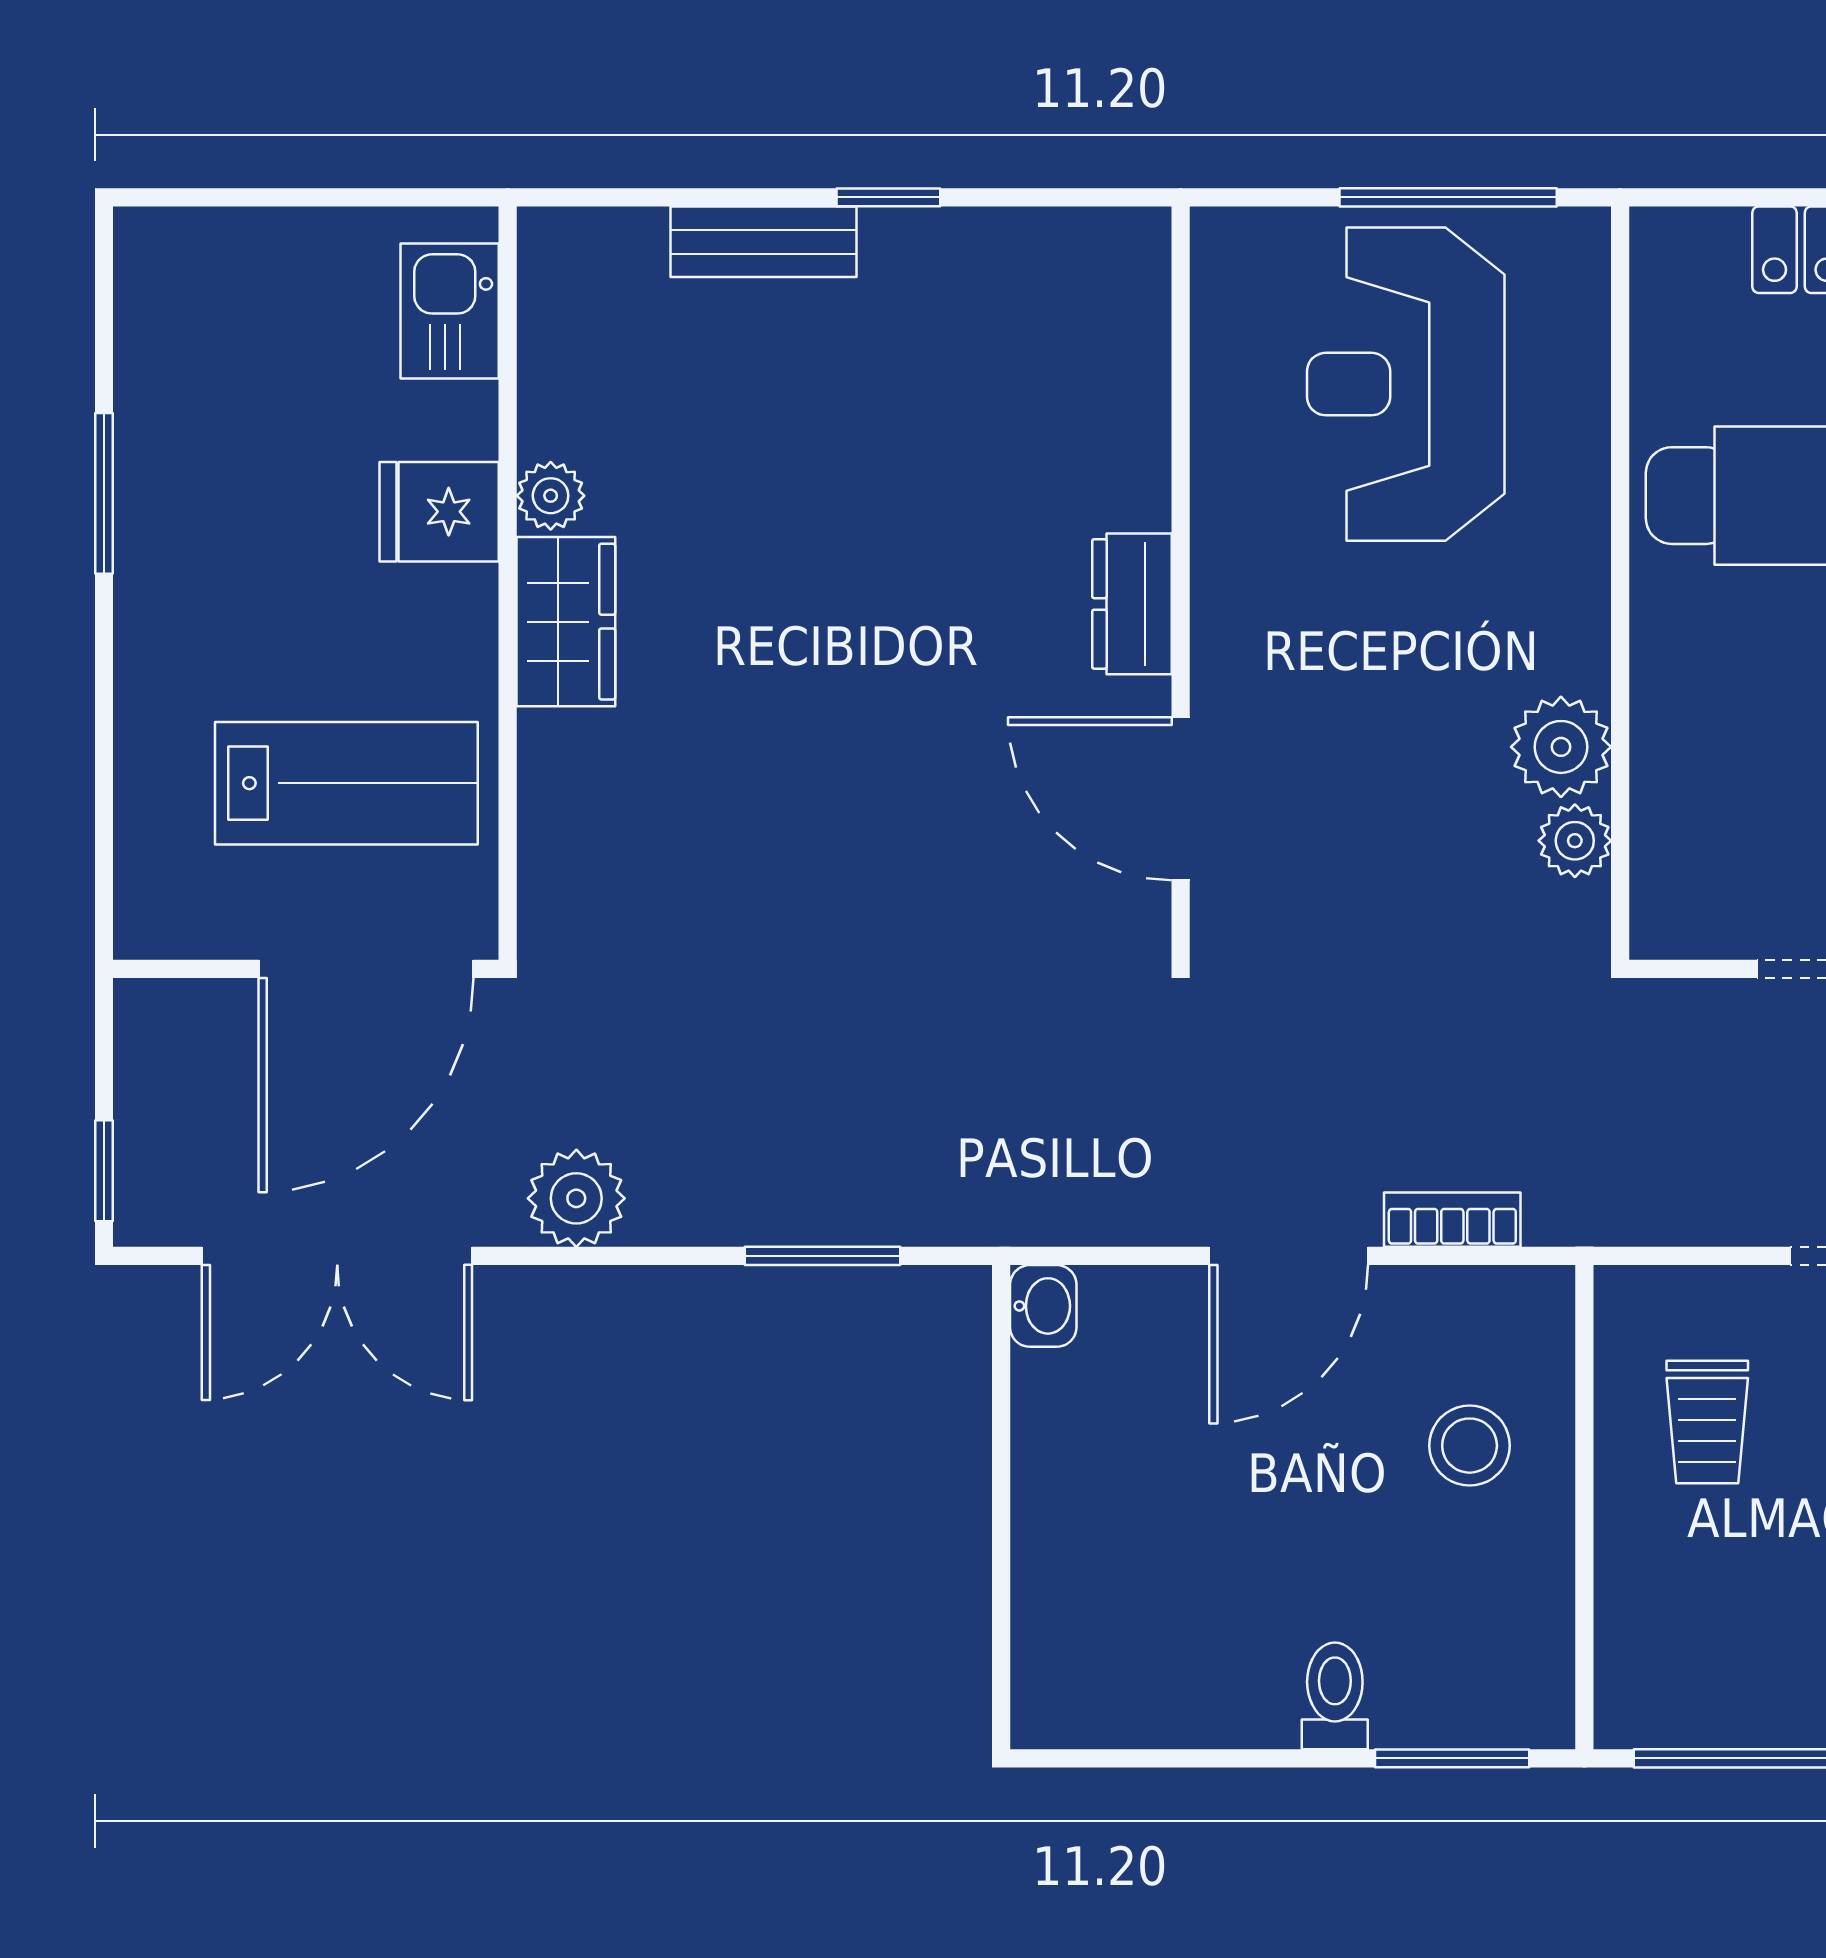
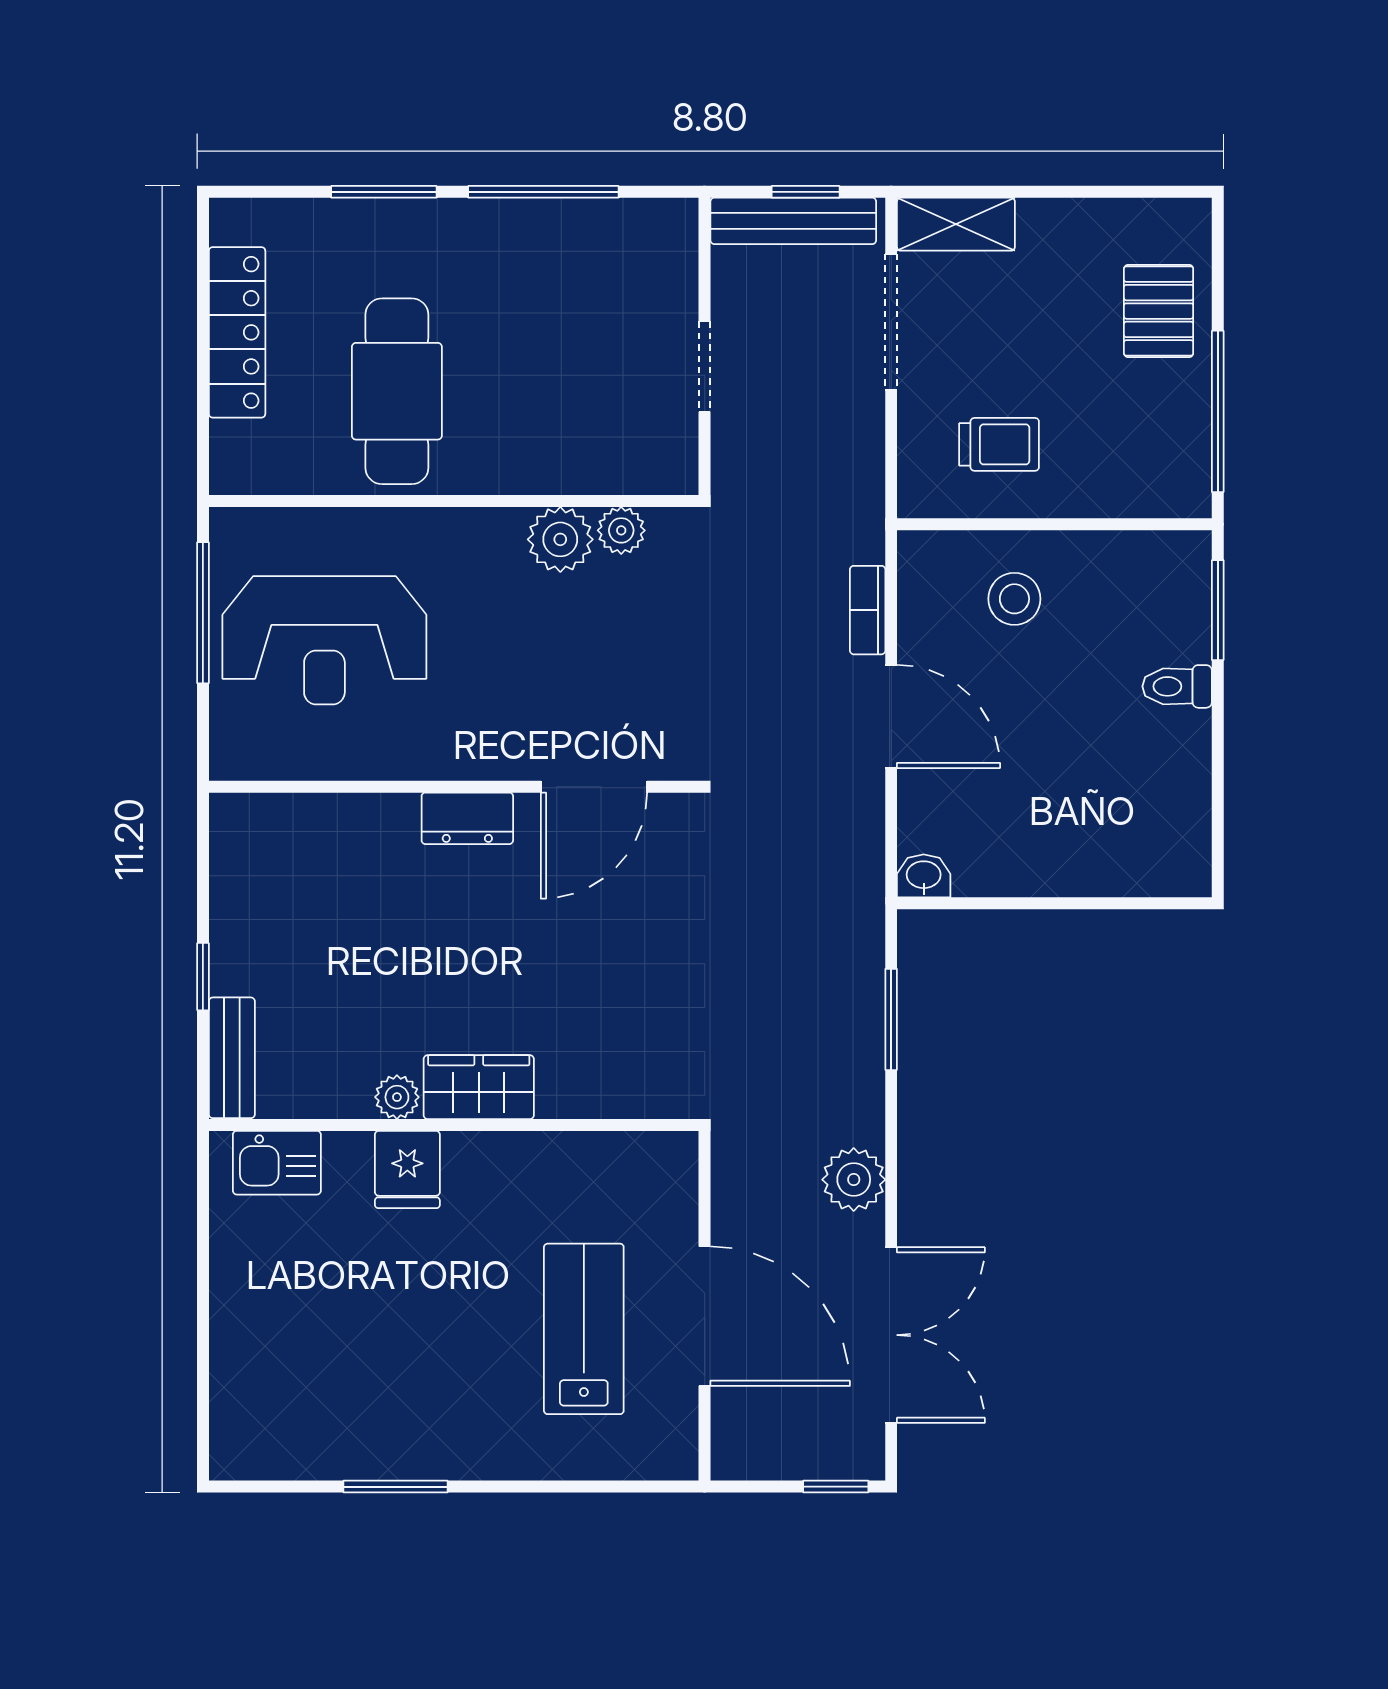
kitchen sink: (450, 311) -> (277, 1163), moved
plant: (551, 496) -> (397, 1097), moved
fridge: (439, 512) -> (407, 1169), moved
wall: (508, 583) -> (454, 1125), moved
wardrobe: (566, 622) -> (479, 1087), moved

